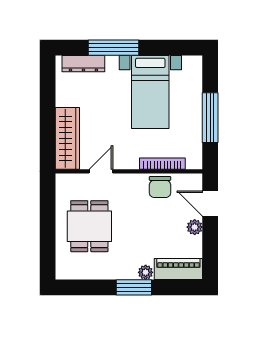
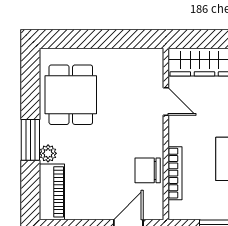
dining table: (89, 226) -> (71, 95), moved, turned 90
plant: (195, 227) -> (101, 211), removed

